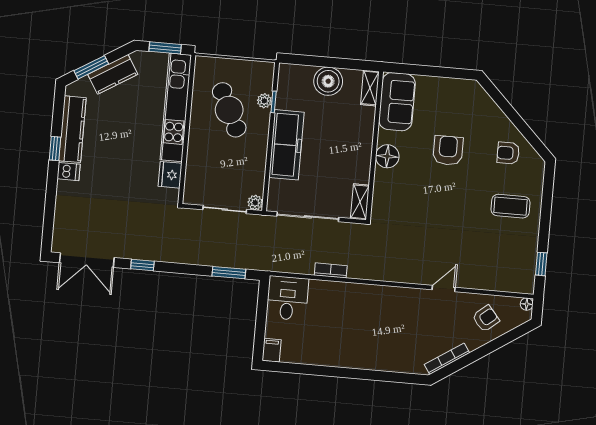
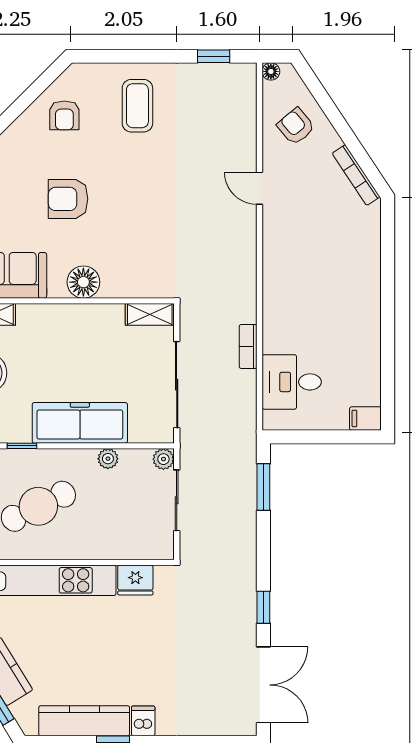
plant: (264, 101) -> (108, 459), moved
desk: (287, 298) -> (292, 382), moved

